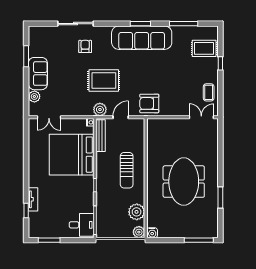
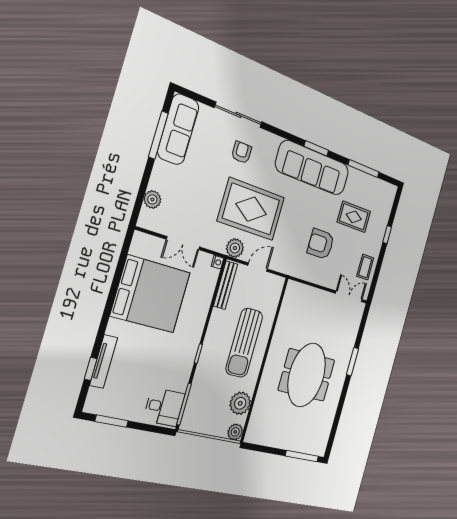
rug: (204, 48) -> (354, 217), moved
window: (26, 56) -> (158, 135), width x1.44
sofa: (38, 74) -> (178, 129), moved, width x1.36
rug: (104, 81) -> (251, 209), width x1.37, depth x1.44
armchair: (149, 103) -> (321, 244), moved
double door: (49, 117) -> (183, 243), moved
bed: (72, 155) -> (151, 294), moved, turned 180
sun lounger: (127, 170) -> (244, 343), width x1.36, depth x1.34
window: (220, 197) -> (352, 362), moved
tv unit: (33, 199) -> (104, 362), width x1.41
water cooler: (152, 233) -> (251, 436), removed

